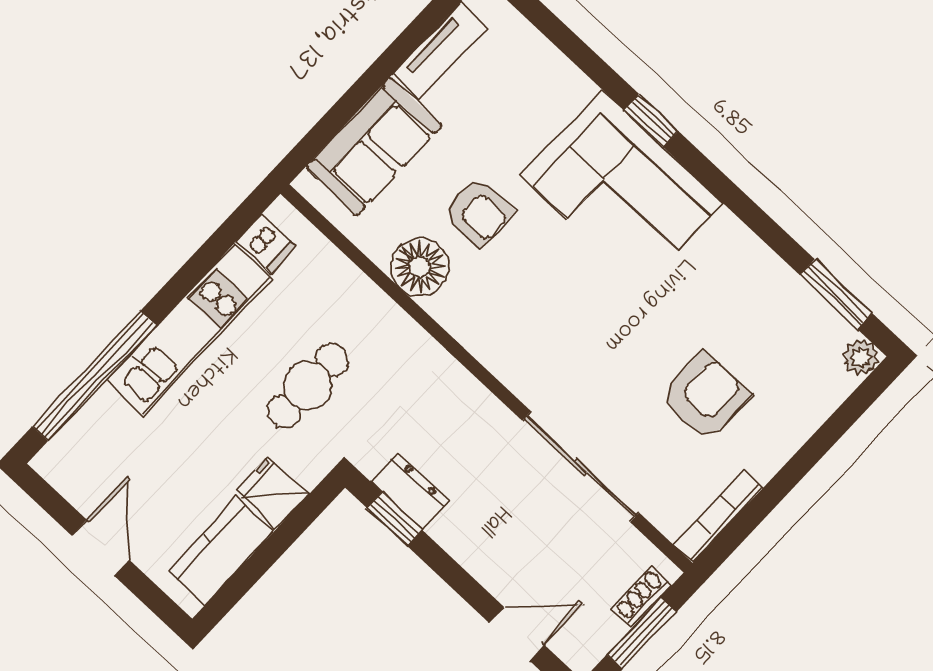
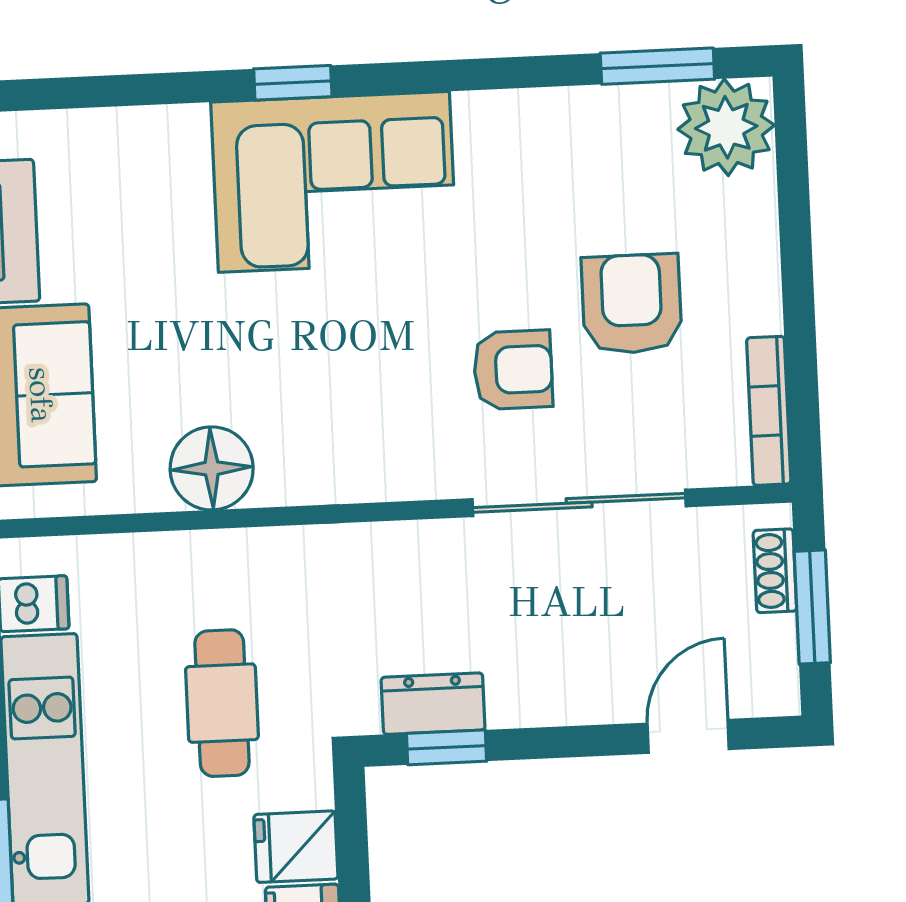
armchair: (478, 212) -> (513, 370), moved
plant: (861, 357) -> (726, 127), width x1.87, depth x1.87

